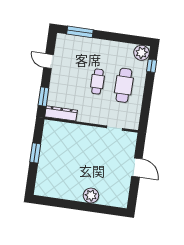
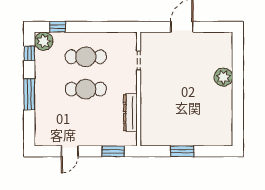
window: (80, 32) -> (29, 94), moved
window: (133, 40) -> (29, 53), added
cafe table: (97, 82) -> (86, 89), width x1.37, depth x1.35
dresser: (61, 113) -> (130, 113), moved

